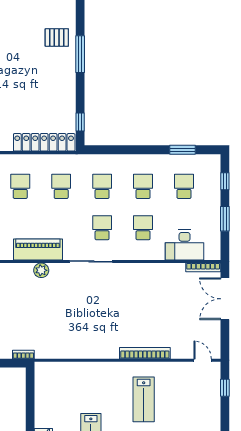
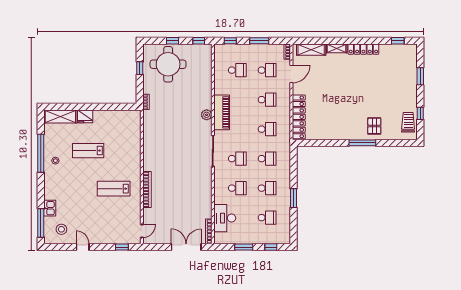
window: (80, 122) -> (313, 143), removed
window: (182, 150) -> (293, 198), moved

